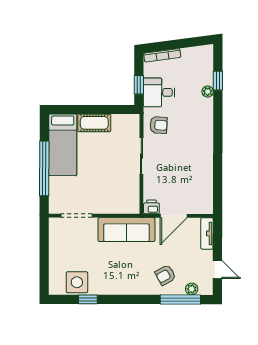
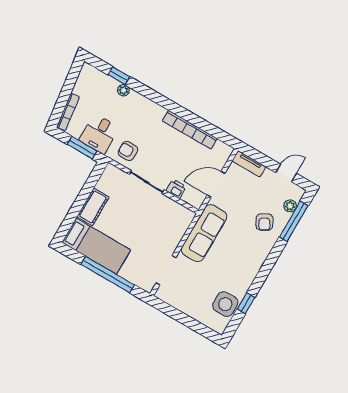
window: (139, 85) -> (82, 148), width x1.50
armchair: (159, 125) -> (128, 151), turned -93
bookcase: (207, 167) -> (190, 130), added
printer: (151, 207) -> (176, 189), moved, turned 90
door: (174, 216) -> (216, 184), swing flipped

